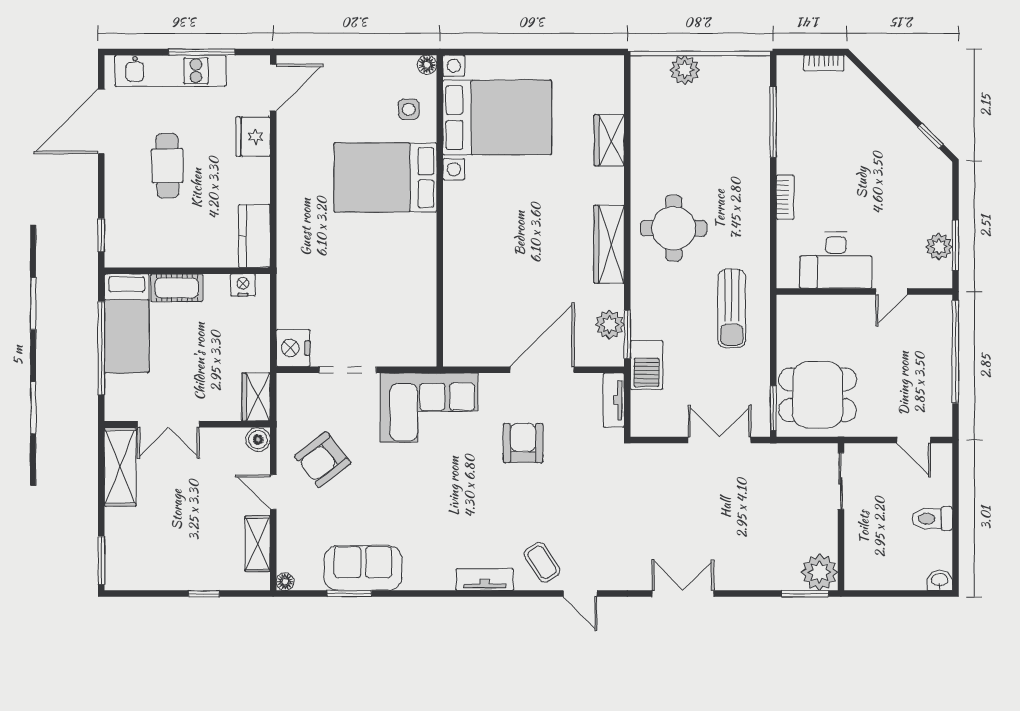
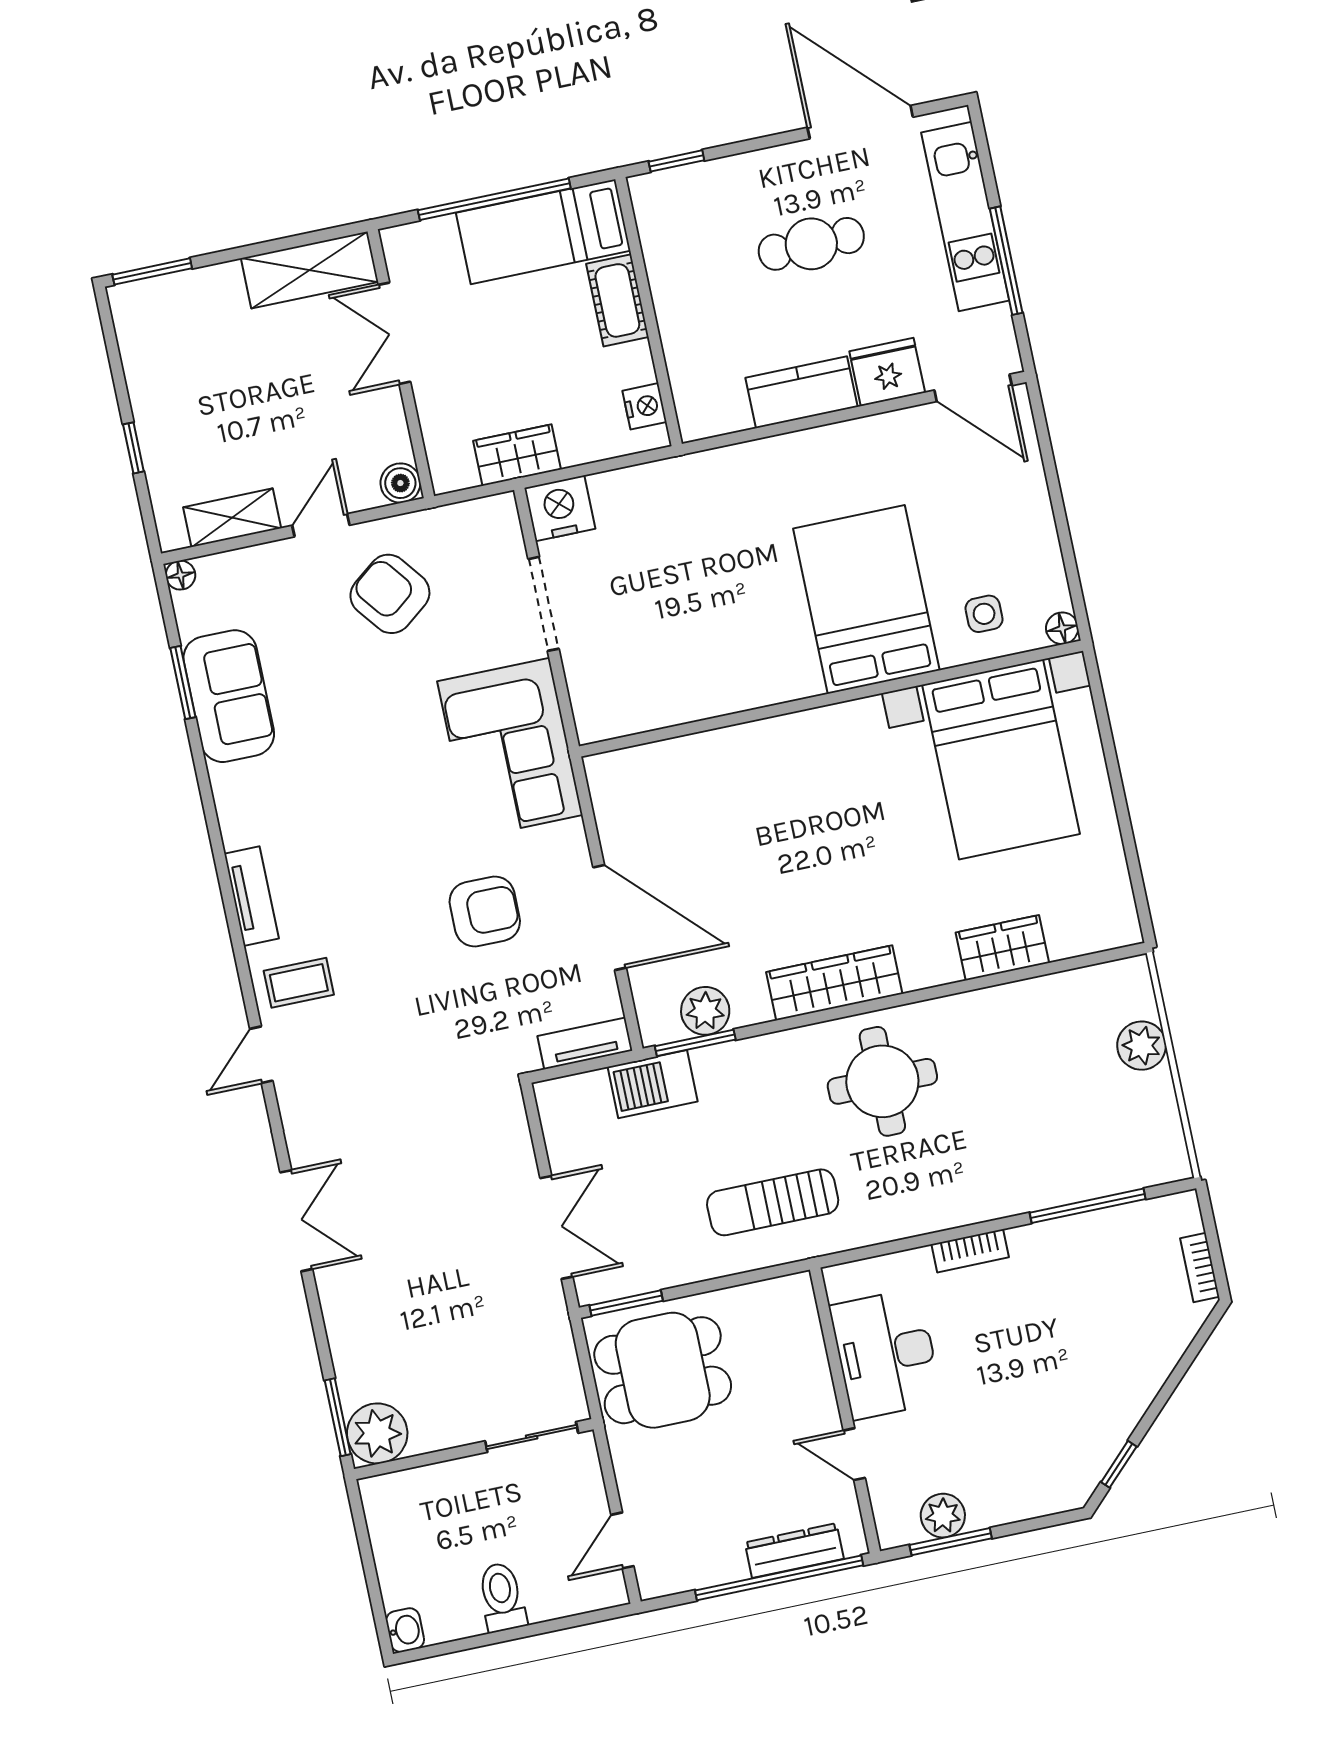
kitchen counter: (254, 236) -> (801, 392), moved
dresser: (941, 339) -> (794, 1551), added
dining table: (818, 395) -> (663, 1370), turned 90
wardrobe: (256, 397) -> (517, 455), moved
coffee table: (542, 562) -> (299, 983), turned 33

